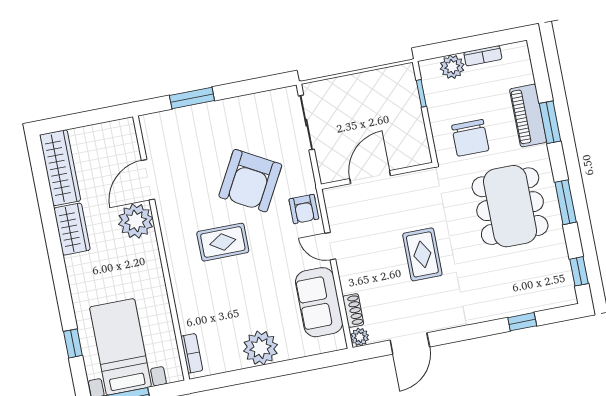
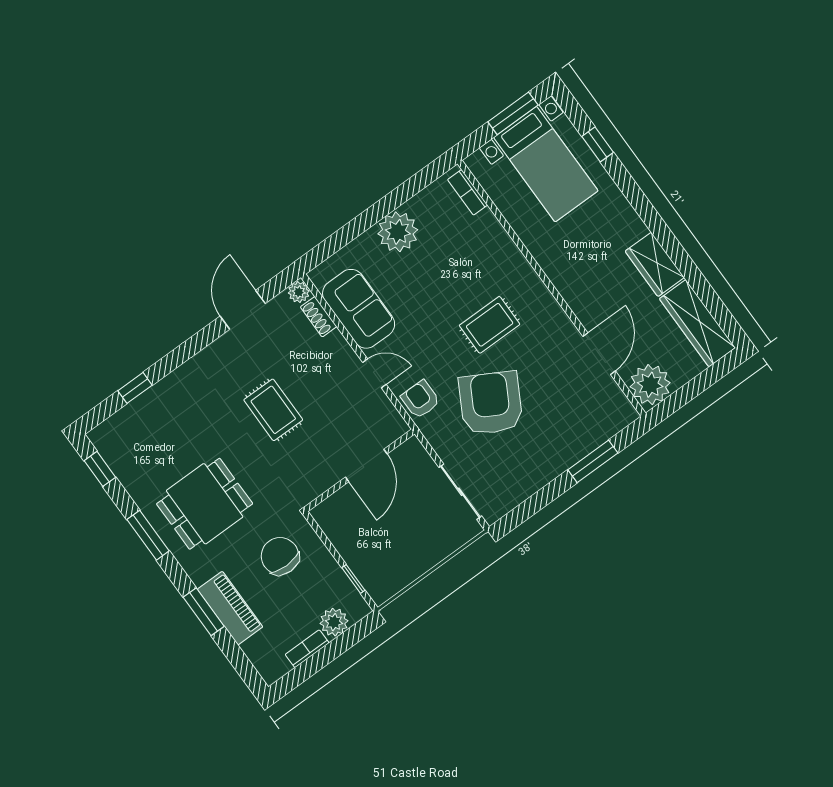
dining table: (510, 206) -> (205, 504), width x0.73
plant: (136, 221) -> (650, 385), moved

